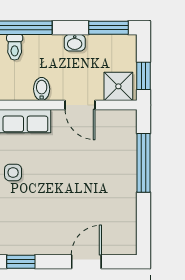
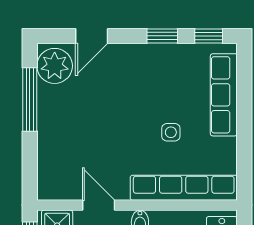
window: (144, 163) -> (30, 100), moved
plant: (121, 234) -> (55, 66), added

